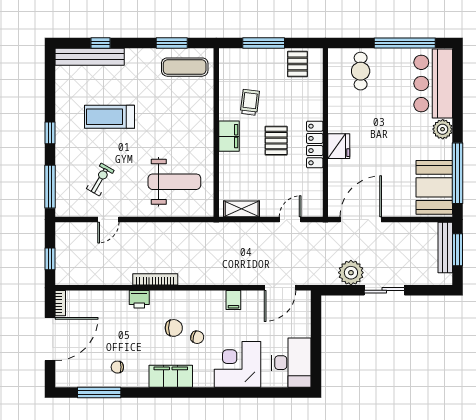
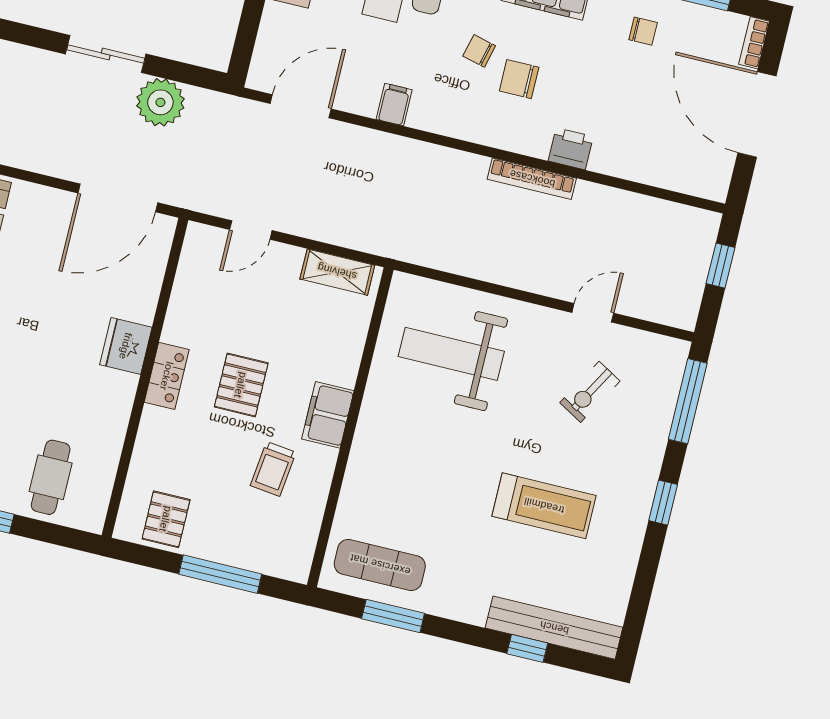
locker: (315, 144) -> (167, 376), width x0.66
bookcase: (60, 303) -> (754, 43), moved
door: (50, 339) -> (757, 114), hinge flipped

